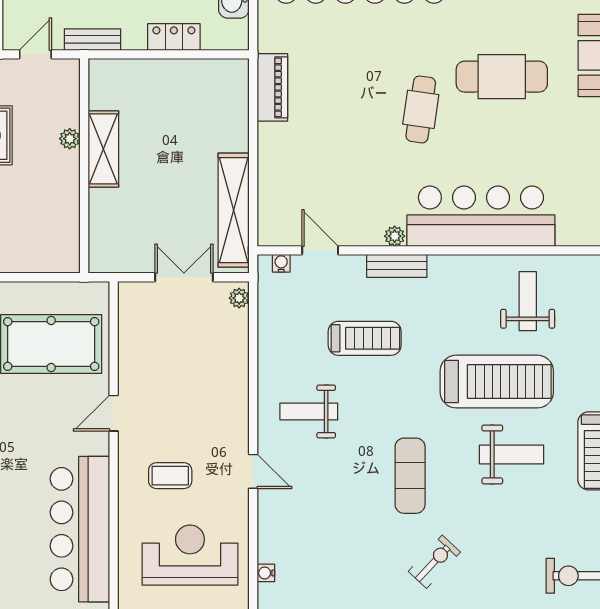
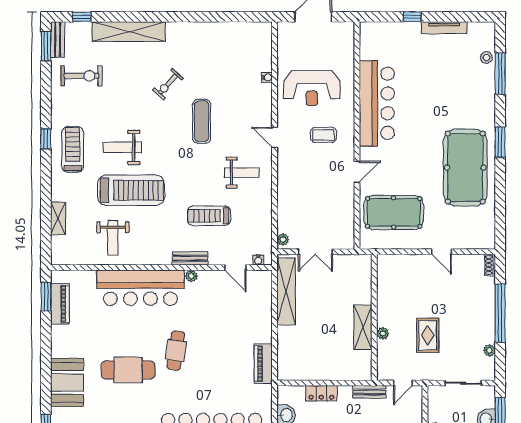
treadmill: (497, 382) -> (131, 190), turned 180
exercise mat: (410, 476) -> (202, 121), moved

